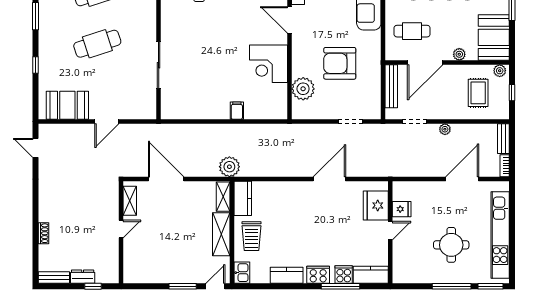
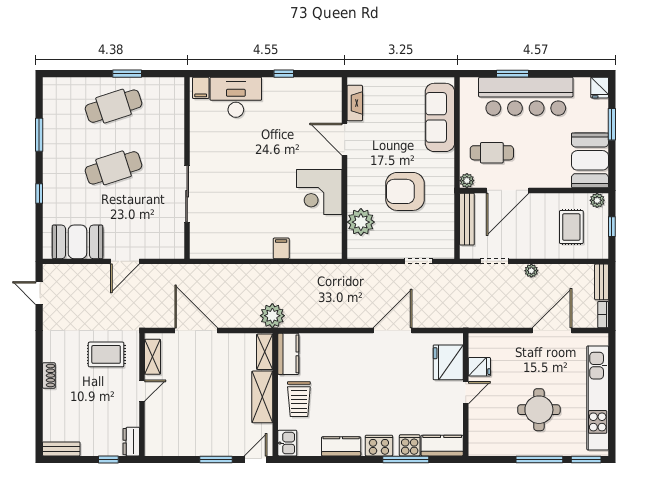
plant: (459, 54) -> (467, 181), moved
rug: (91, 199) -> (106, 354), added
shoe rack: (43, 233) -> (49, 375), moved
dresser: (83, 277) -> (131, 442), moved, turned -90

